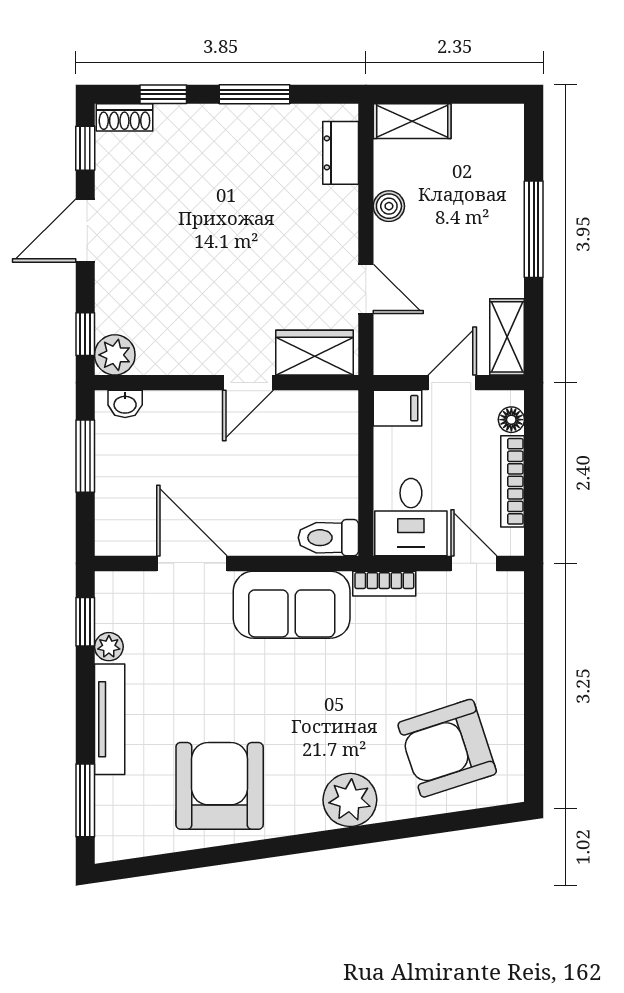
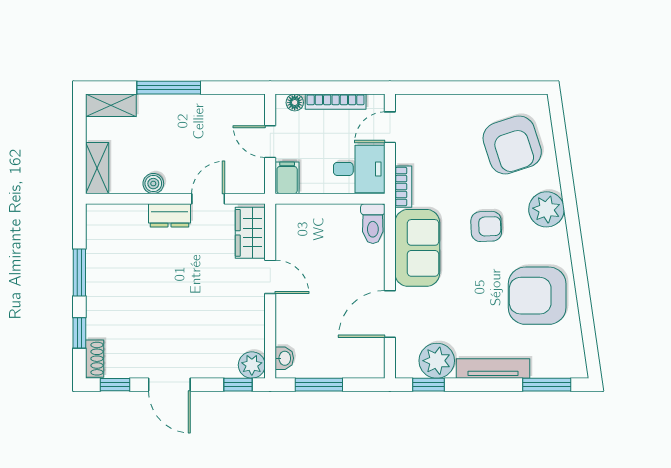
dresser: (341, 153) -> (169, 215), moved
shelving: (507, 337) -> (111, 105), moved
plant: (109, 647) -> (437, 361), width x1.88, depth x1.88
armchair: (324, 709) -> (486, 226), added

